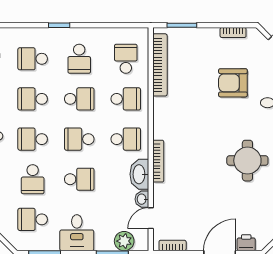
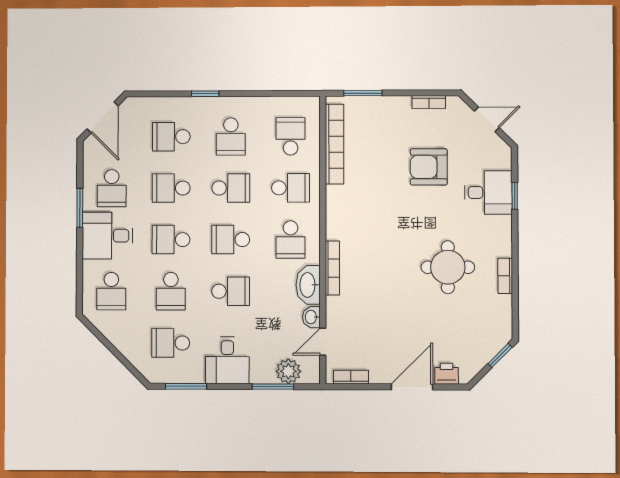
school desk: (126, 139) -> (291, 240), turned 90

